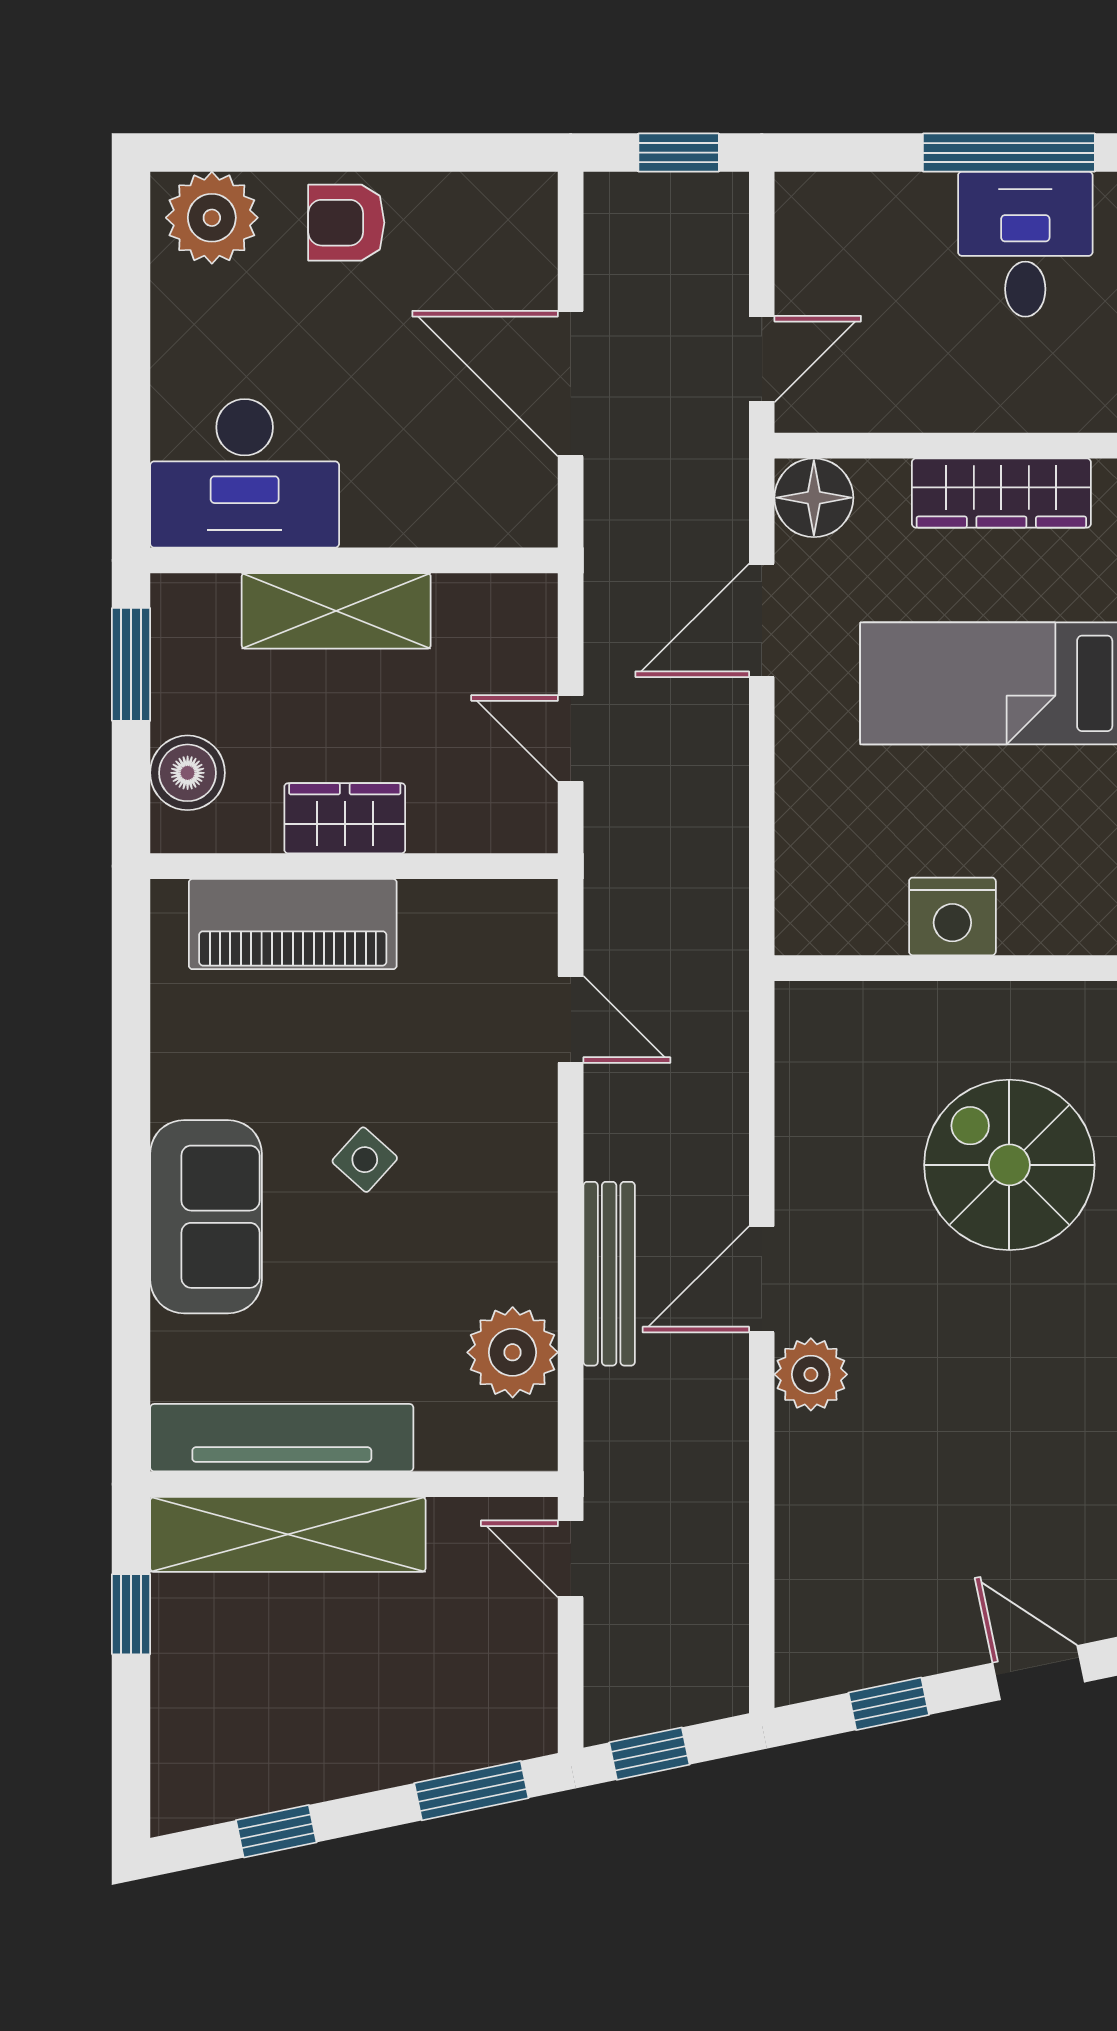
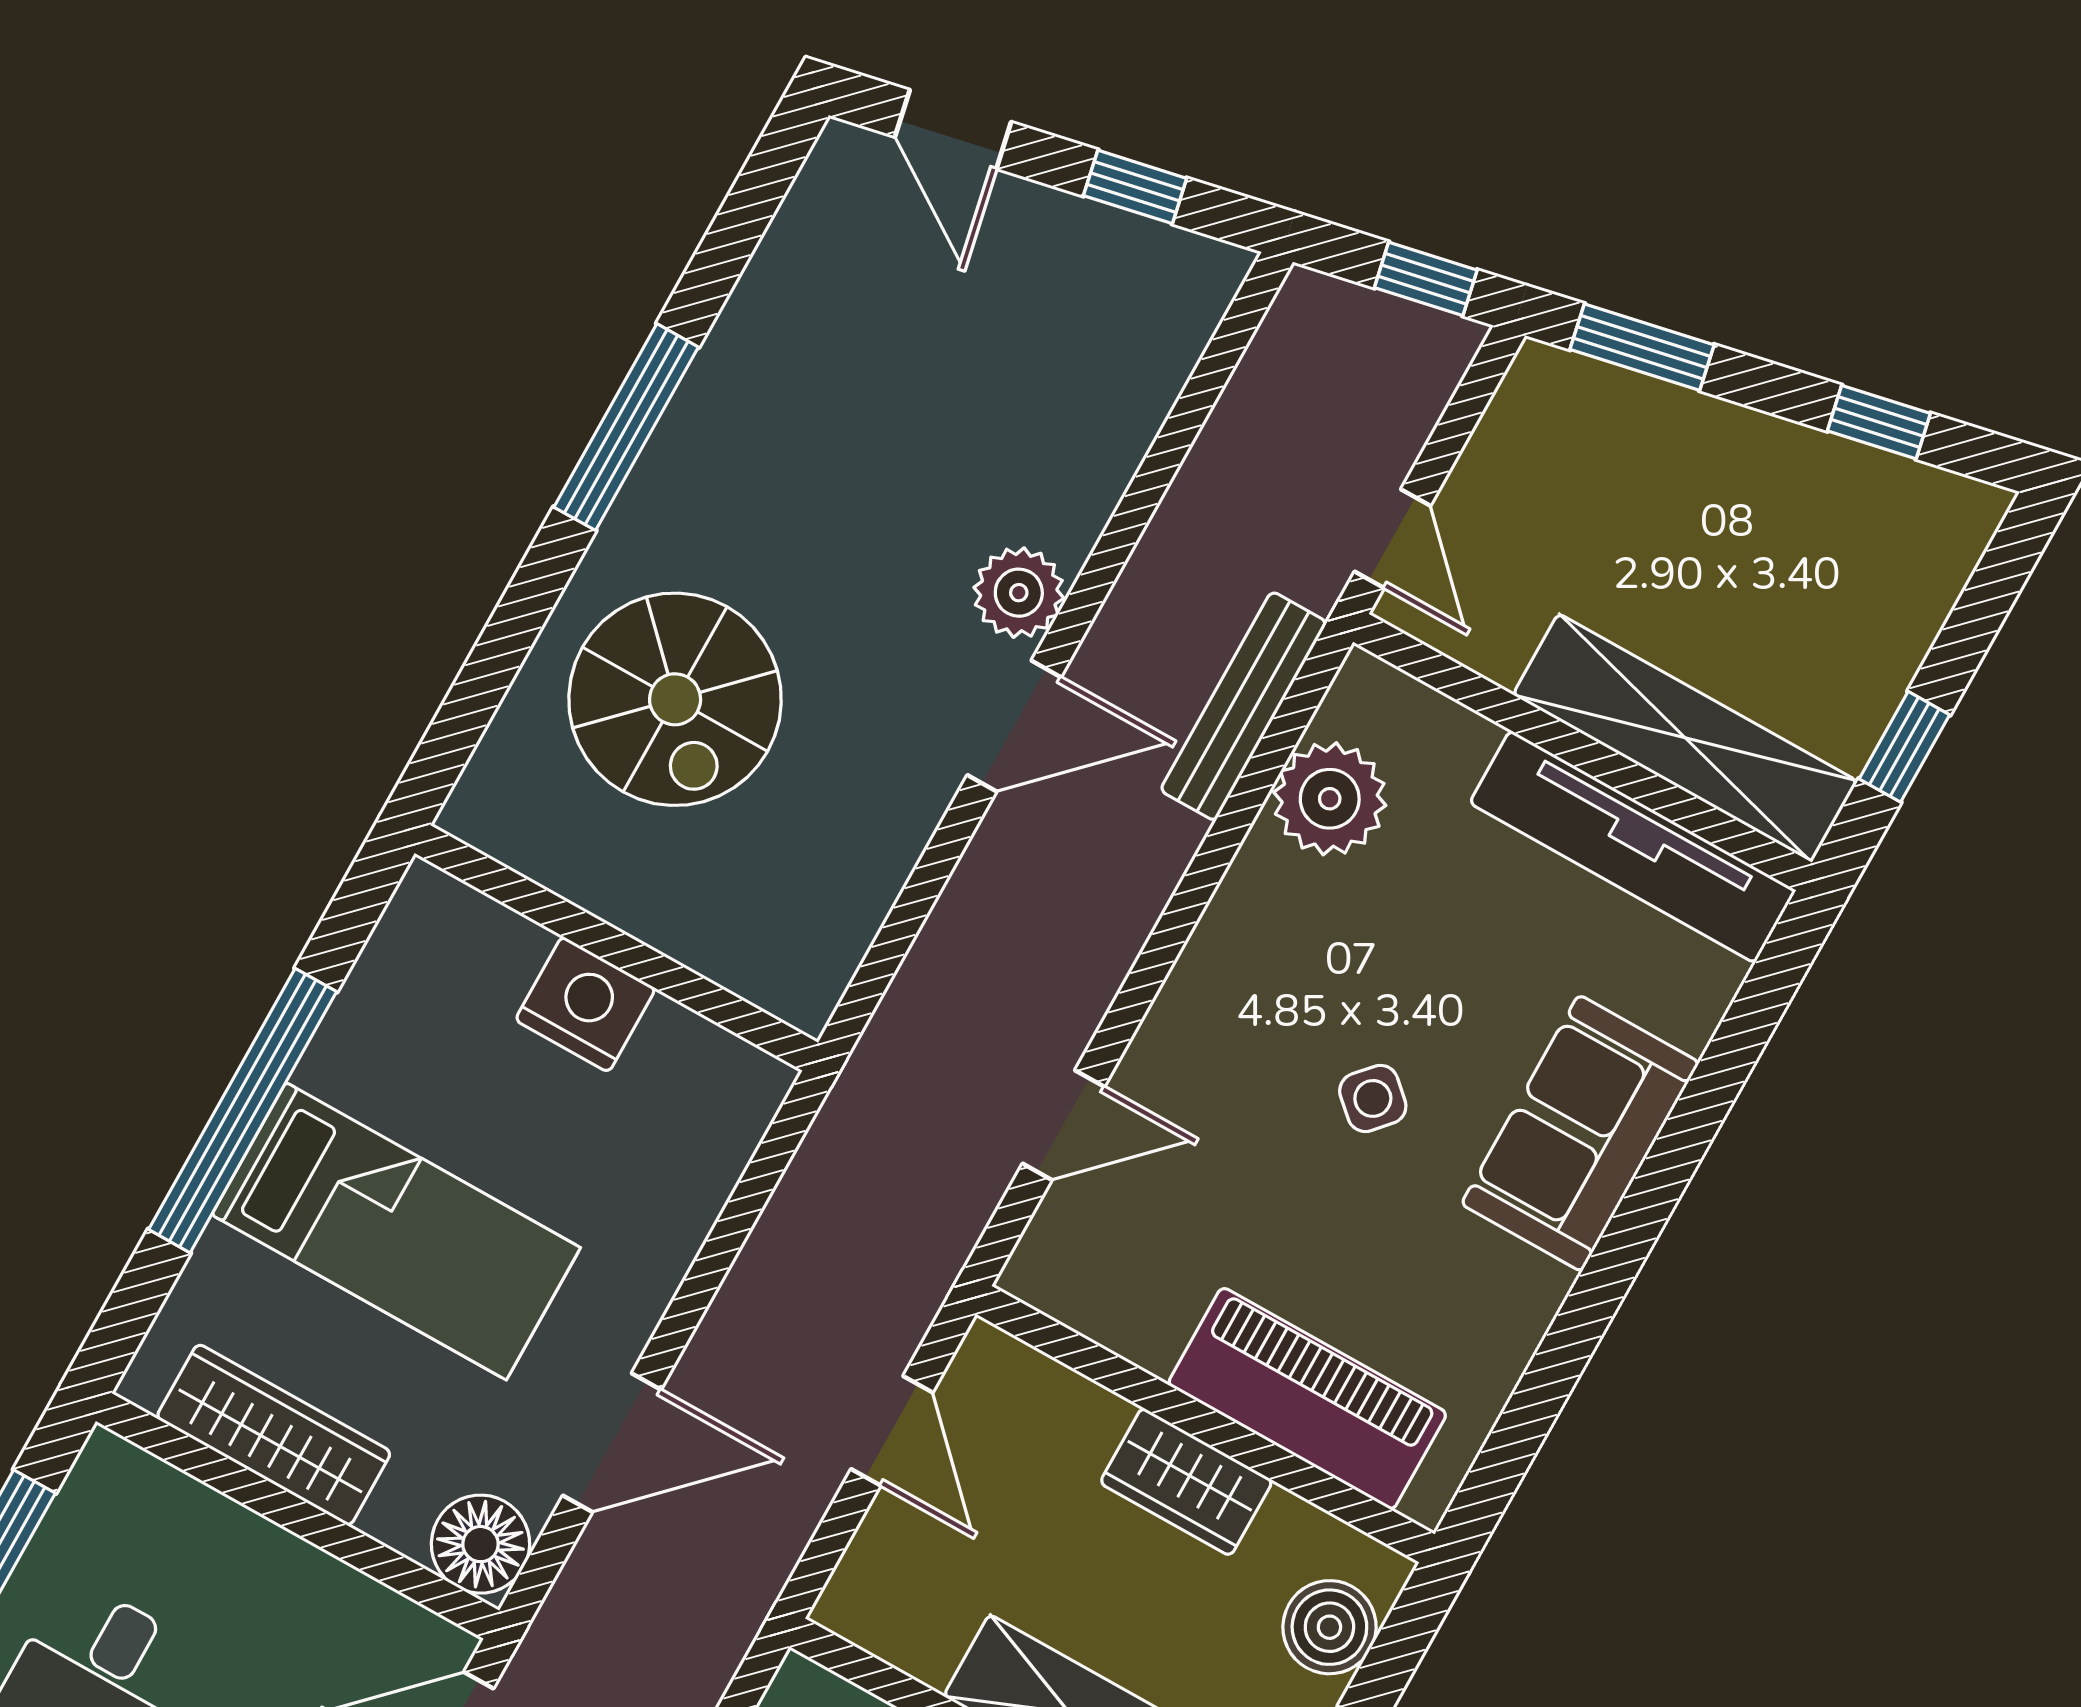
door: (571, 1019) -> (1063, 1125), swing flipped
bench: (609, 1274) -> (1244, 706), moved

